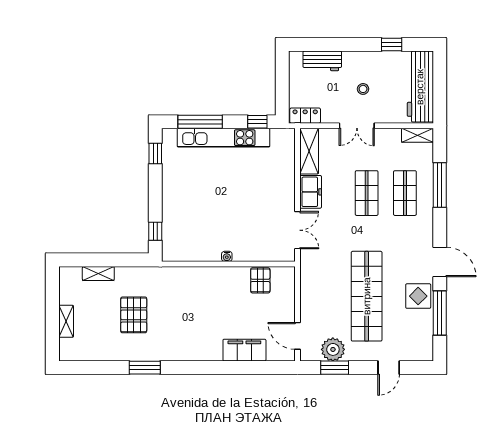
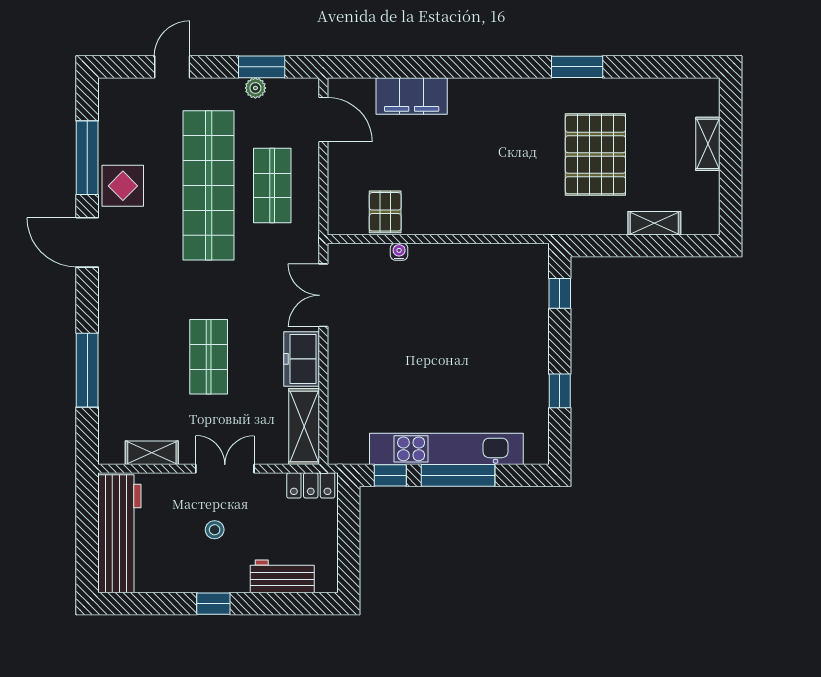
window: (392, 45) -> (213, 604), moved
window: (200, 122) -> (458, 475), moved
shelving: (417, 135) -> (152, 453), moved
window: (155, 153) -> (560, 391), moved
shop shelf: (405, 193) -> (272, 185), moved
water cooler: (227, 256) -> (399, 252), moved
pallet: (134, 315) -> (595, 154), width x1.37, depth x1.41
plant: (333, 349) -> (255, 88), width x0.53, depth x0.53

